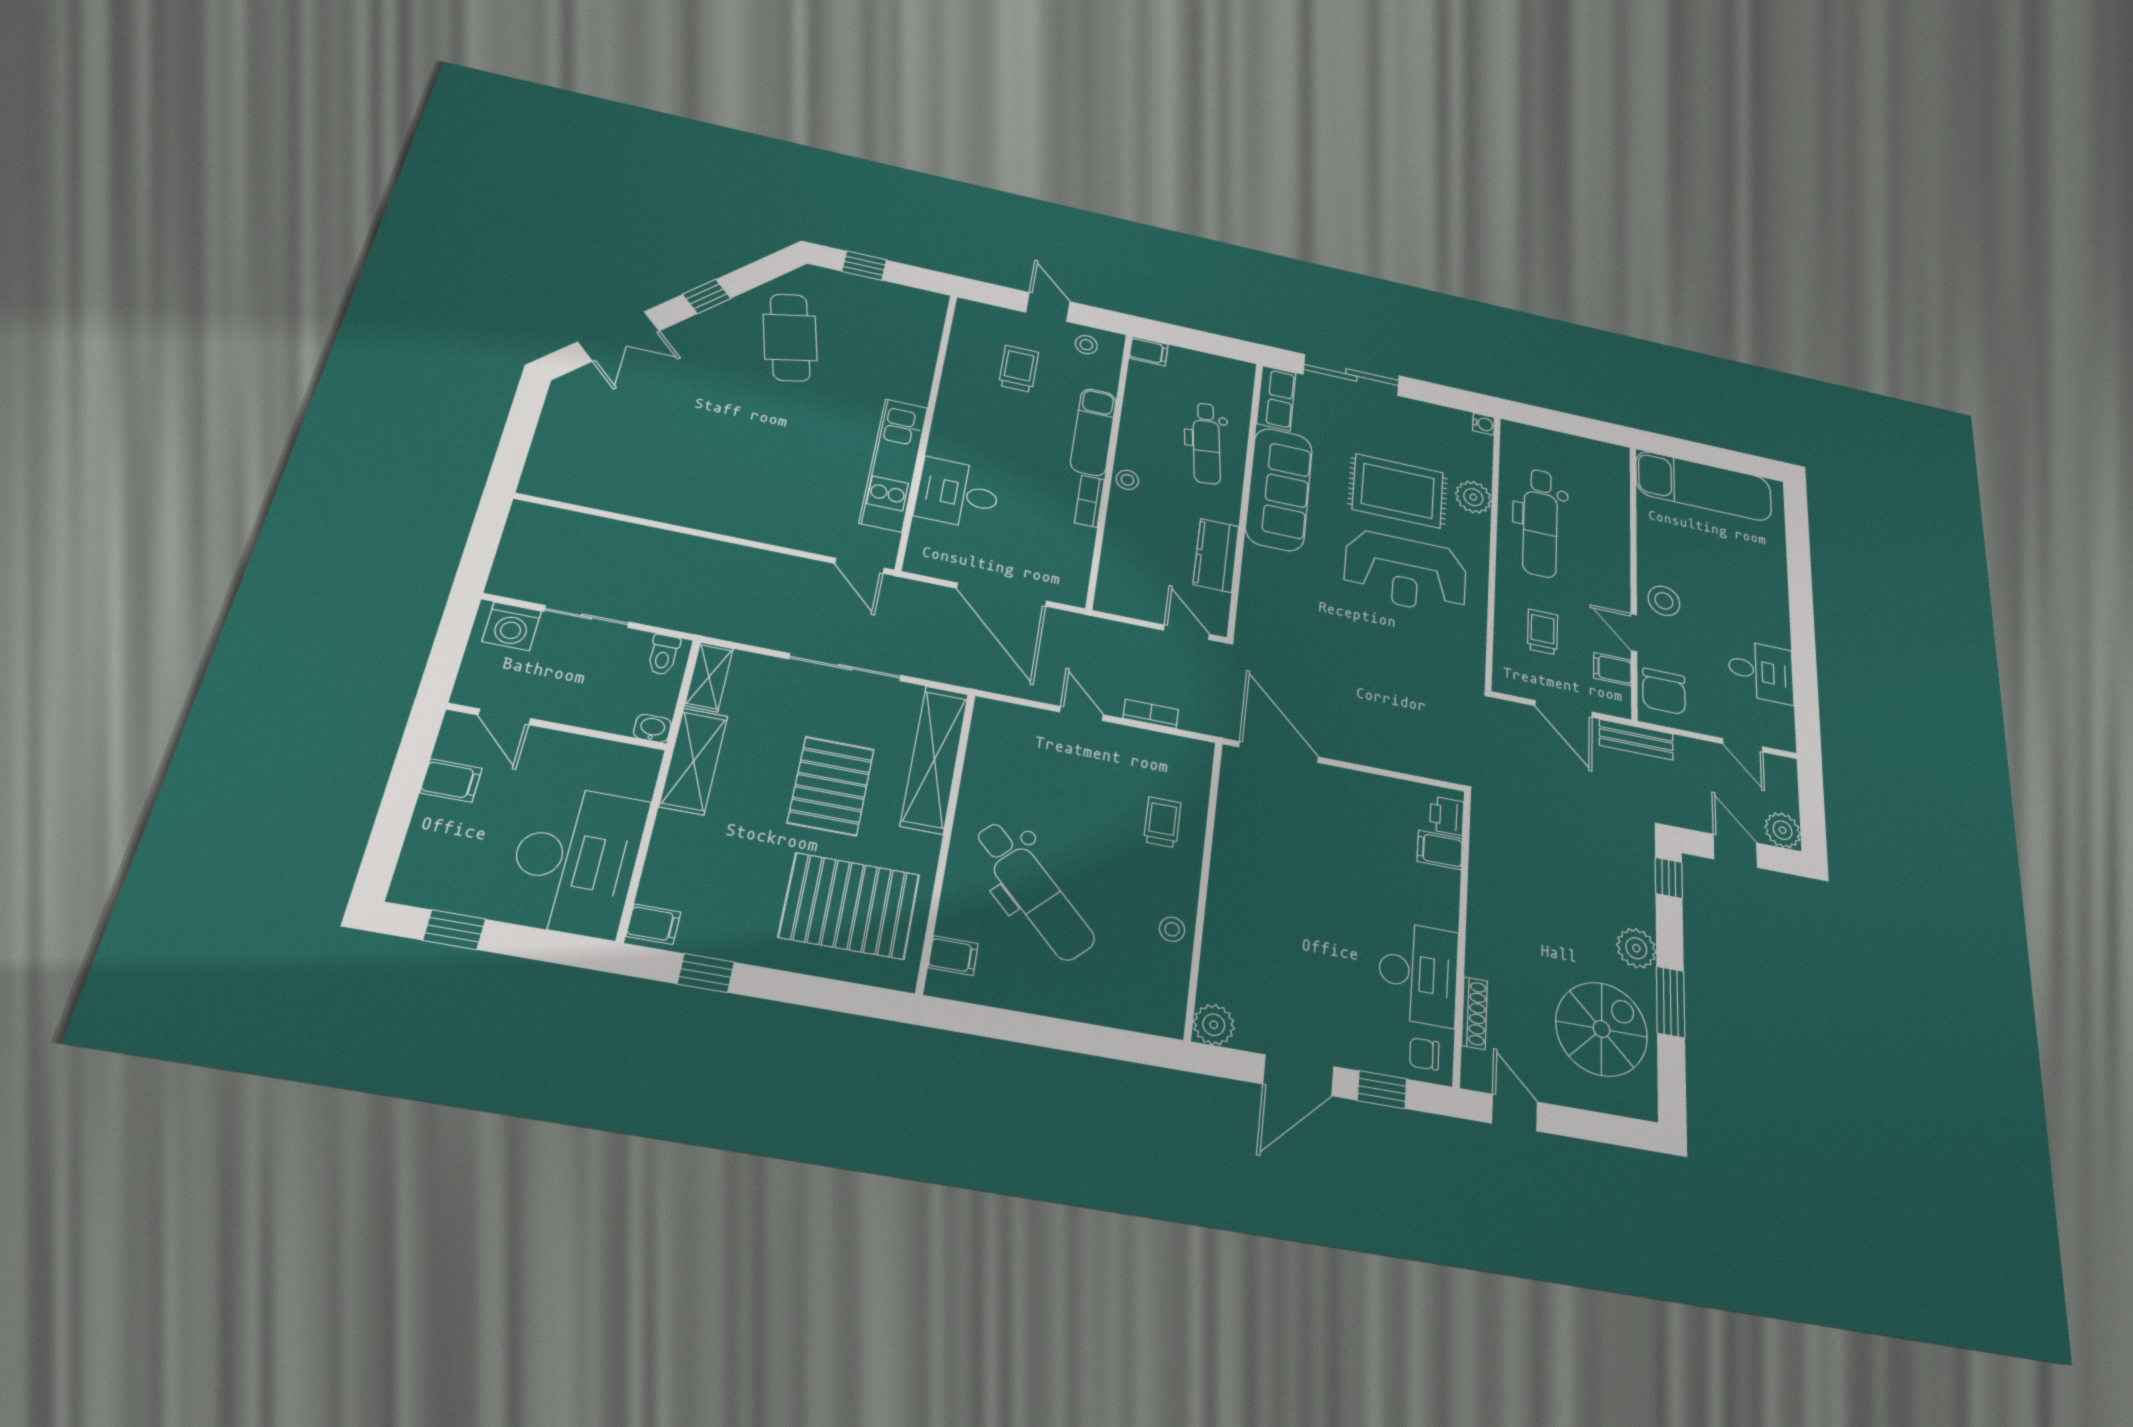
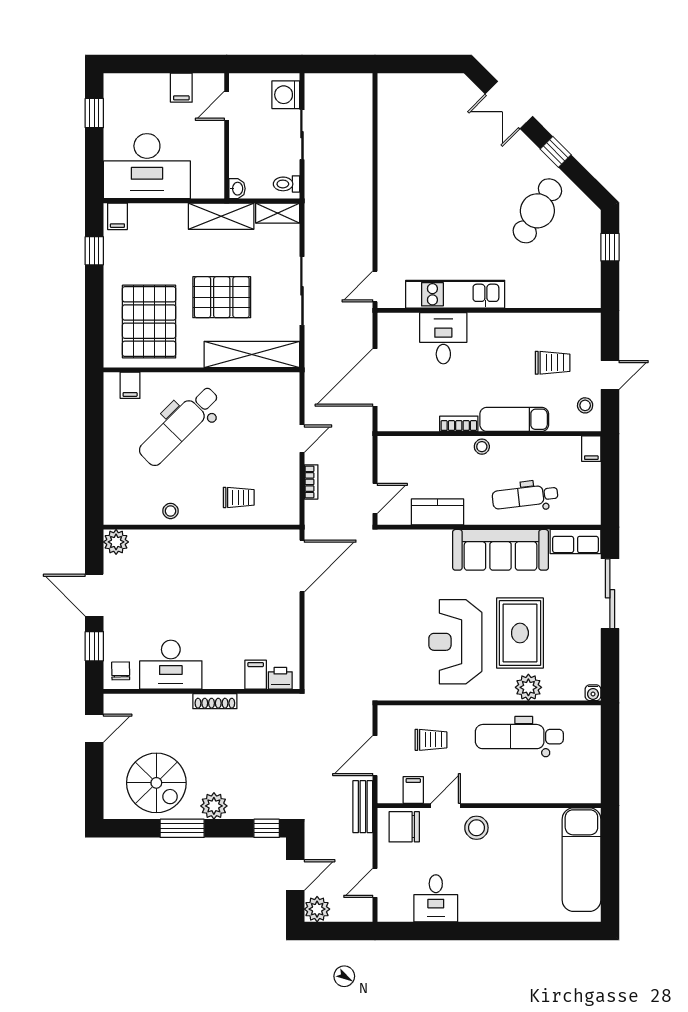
cafe table: (790, 337) -> (537, 211), turned -46
shoe rack: (1474, 1013) -> (215, 701), moved

